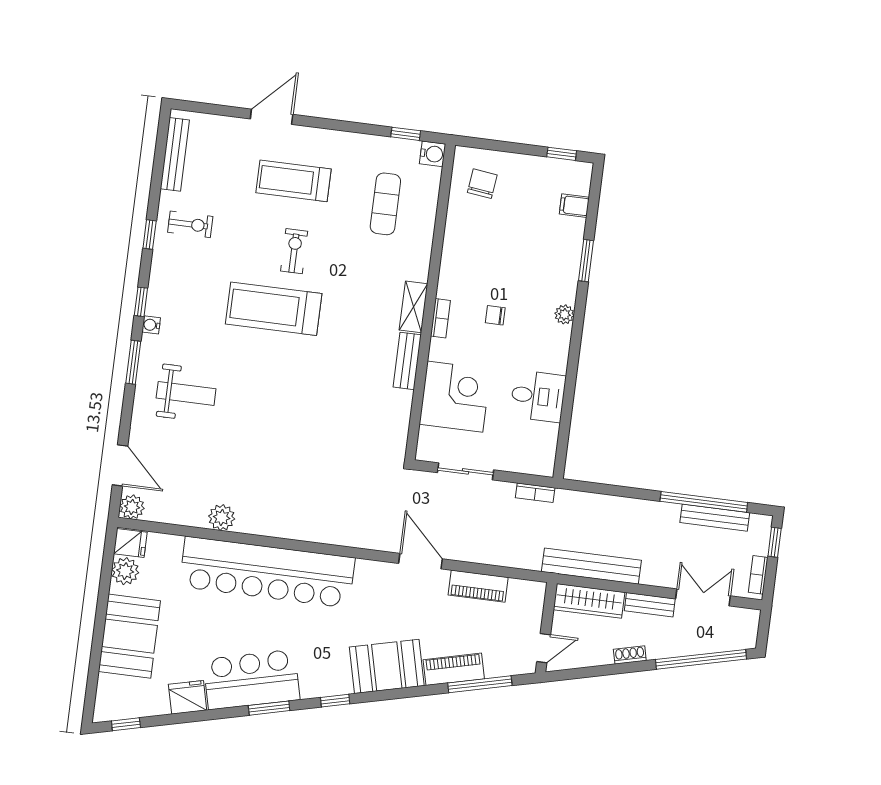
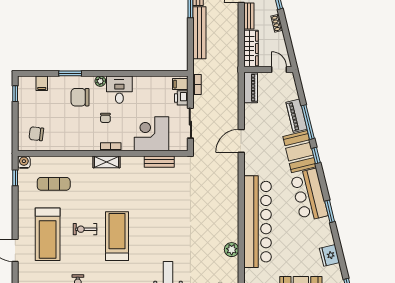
treadmill: (294, 181) -> (48, 234), width x1.37, depth x1.38
chair: (539, 273) -> (80, 97), added
treadmill: (274, 309) -> (117, 236), turned 180
bench: (407, 361) -> (159, 162), moved
desk: (538, 396) -> (119, 90), moved
printer: (514, 460) -> (181, 98), added
filing cabinet: (540, 462) -> (180, 84), added
bench: (591, 566) -> (199, 33), moved
piano: (478, 586) -> (251, 88), moved
bar counter: (251, 680) -> (309, 195), moved
window: (480, 684) -> (308, 122), moved
window: (335, 701) -> (316, 156), moved

